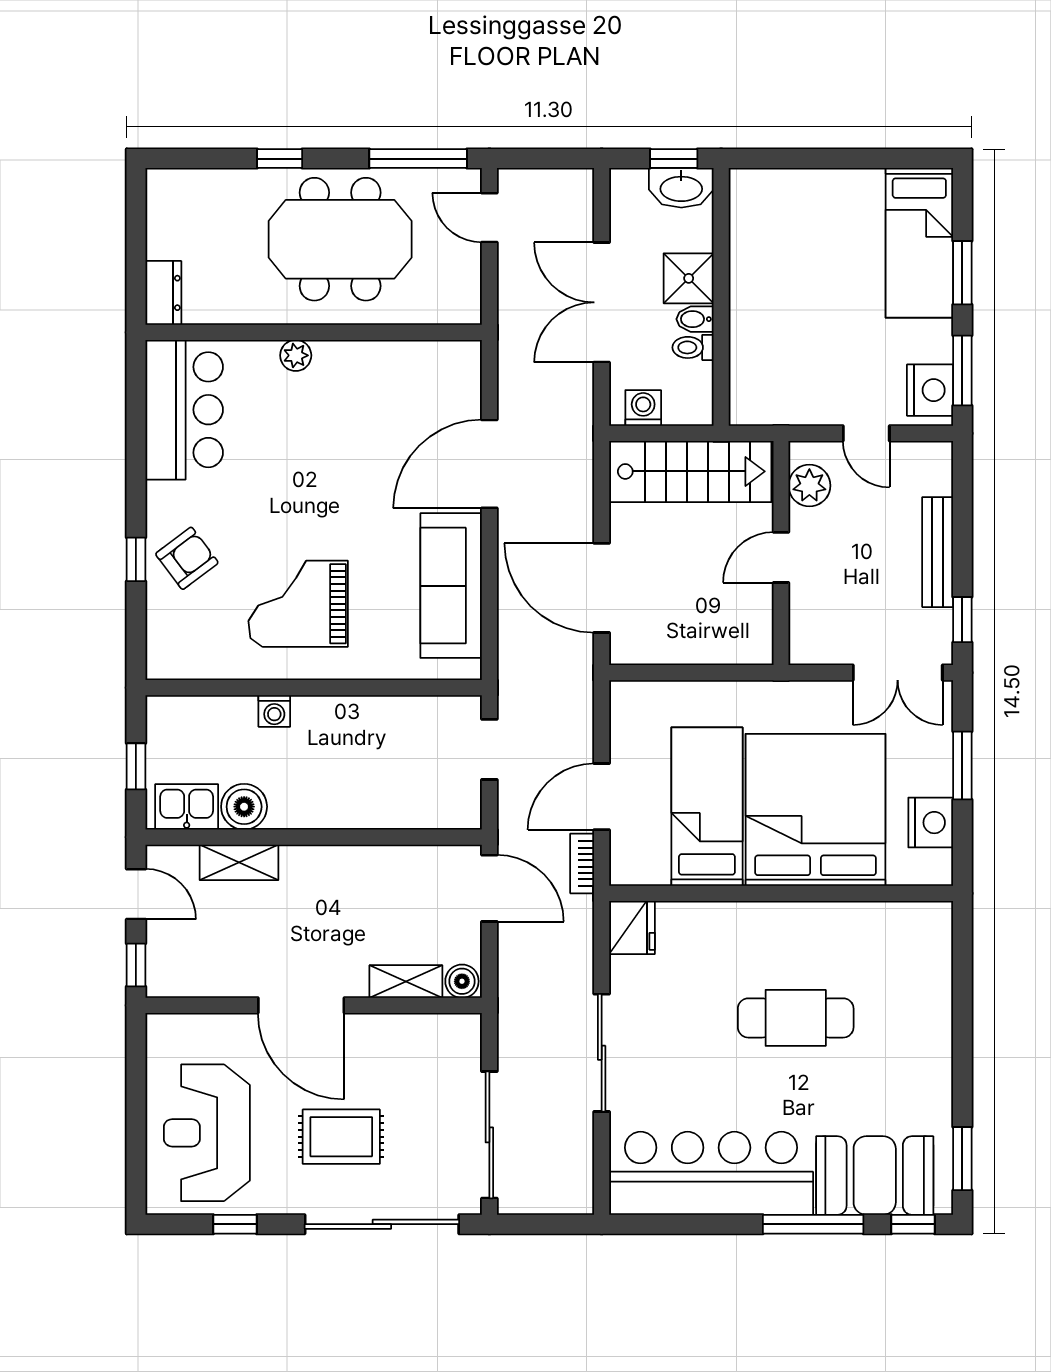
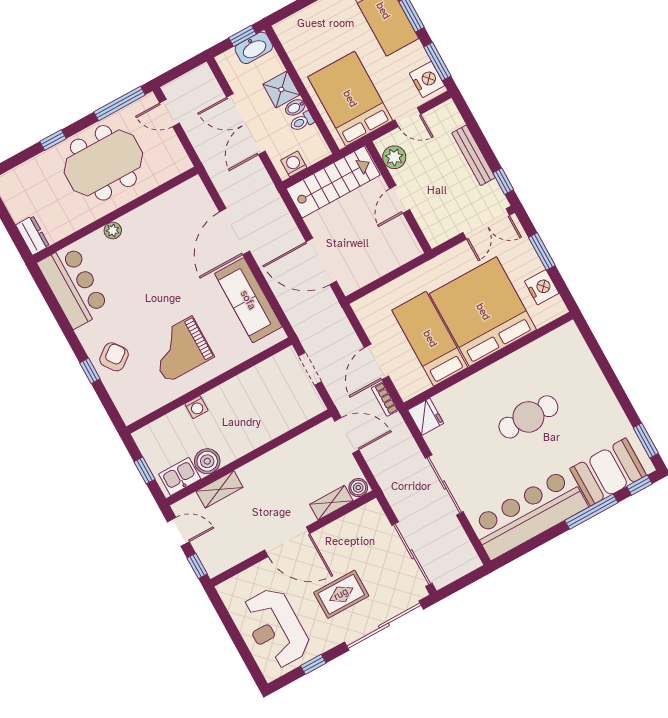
bed: (790, 354) -> (350, 99), added

